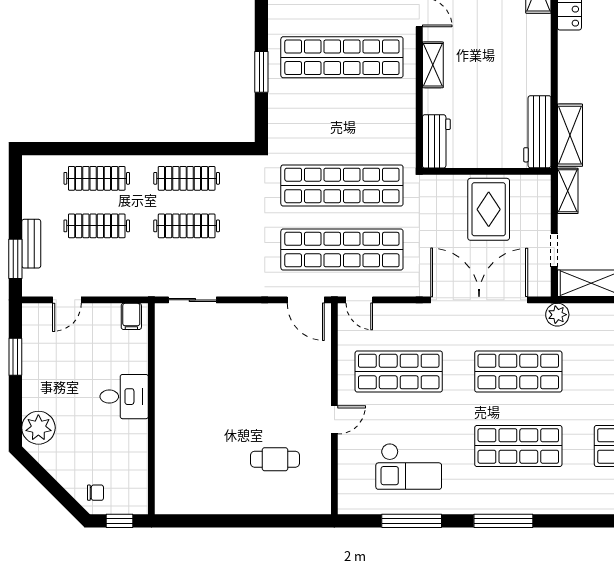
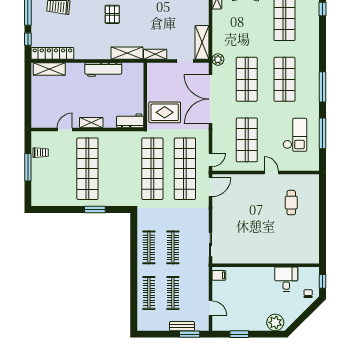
workbench: (537, 132) -> (103, 70), moved
rug: (489, 209) -> (165, 112), moved
desk: (124, 397) -> (286, 279), moved

